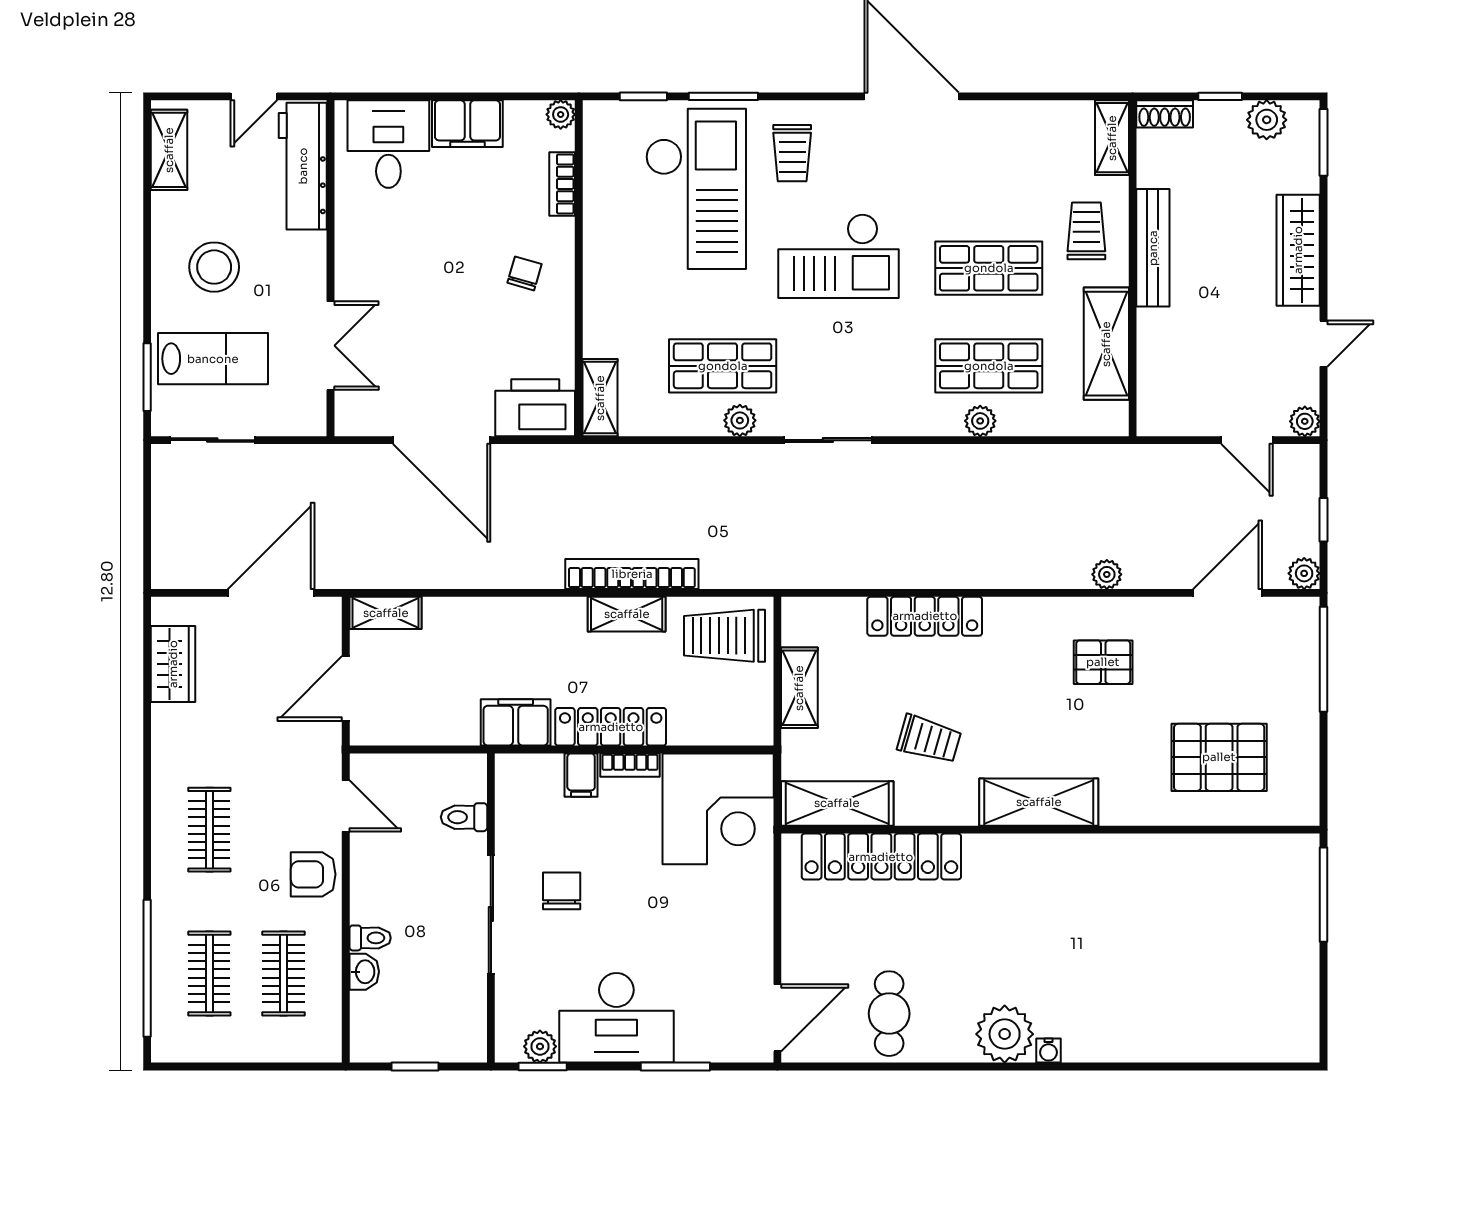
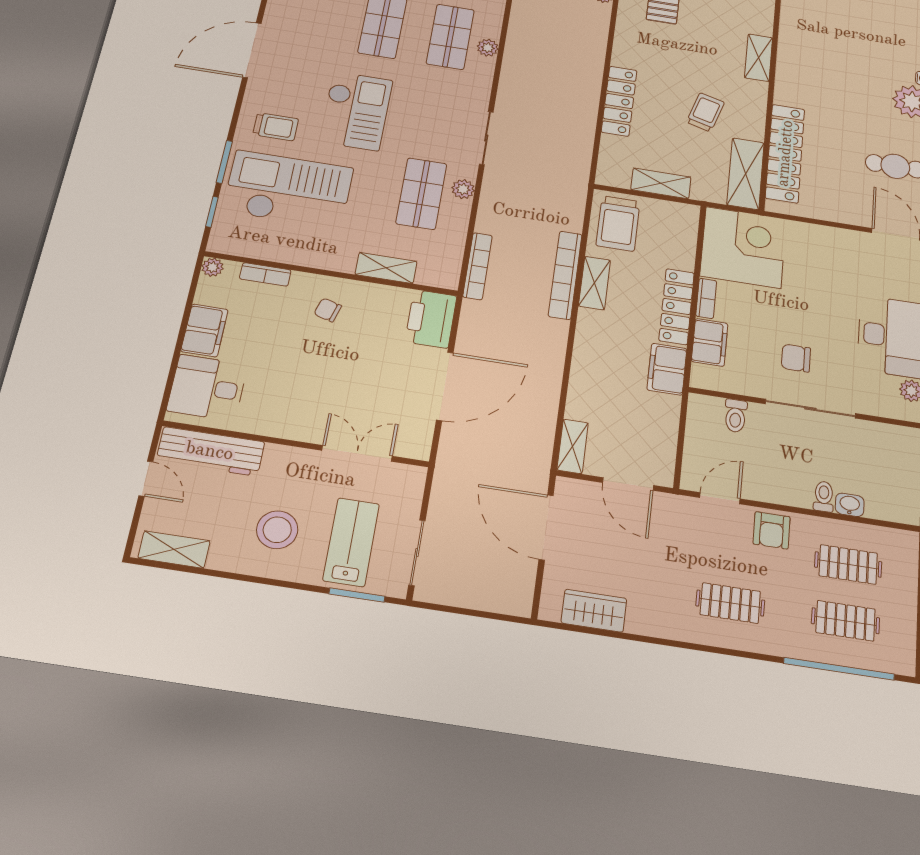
shelving: (600, 398) -> (386, 268), moved
bookcase: (624, 457) -> (478, 266), added
filing cabinet: (581, 775) -> (710, 342), width x2.00
shelving: (1039, 802) -> (759, 58), width x0.67, depth x0.75

